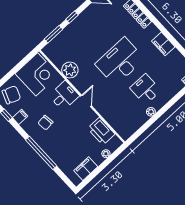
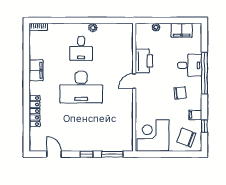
plant: (70, 70) -> (125, 116), removed
desk: (64, 96) -> (190, 65), moved, turned 180
printer: (101, 131) -> (144, 61), moved

